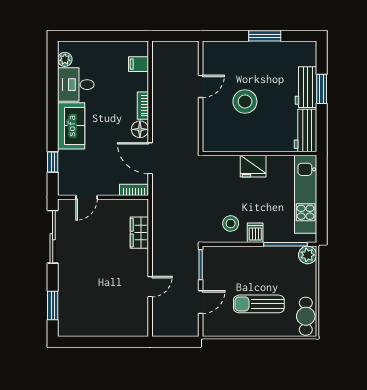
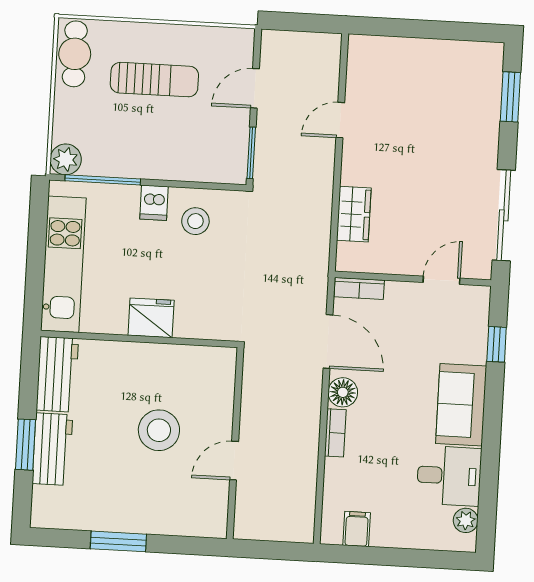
filing cabinet: (139, 64) -> (357, 529), moved, turned -90

